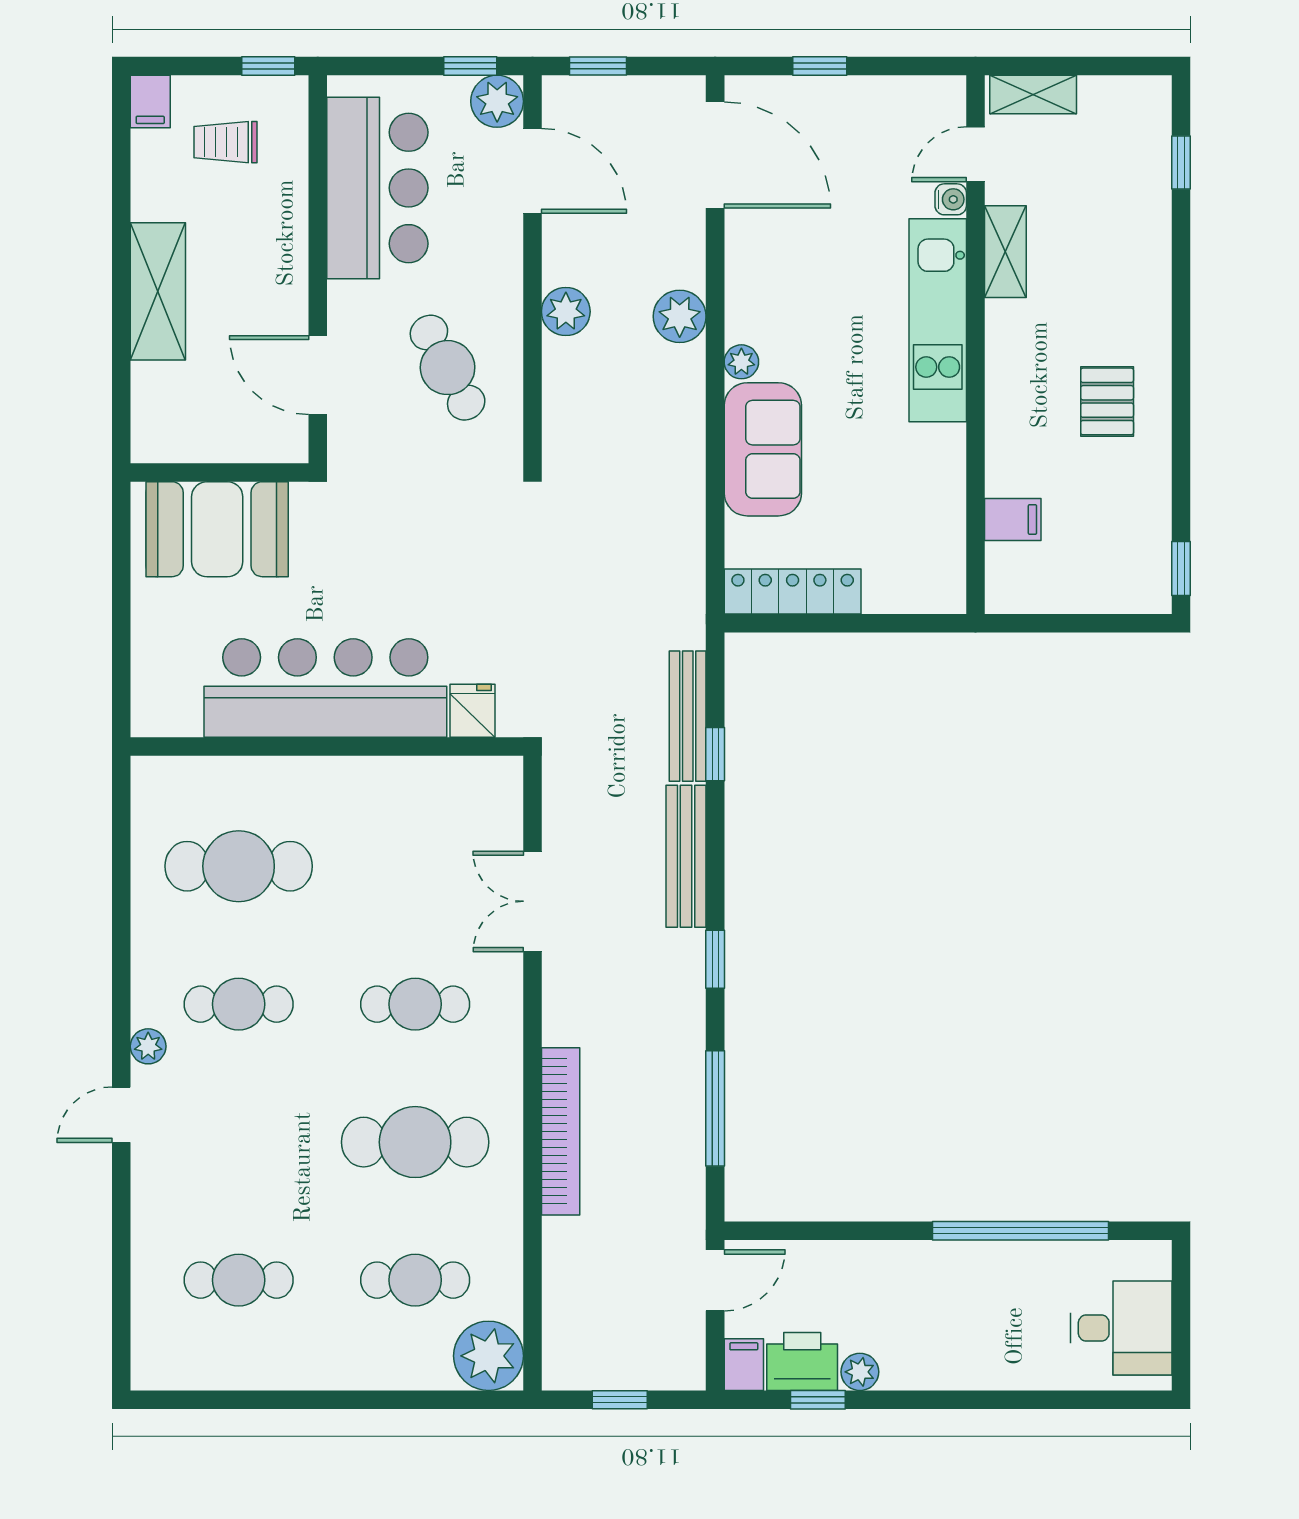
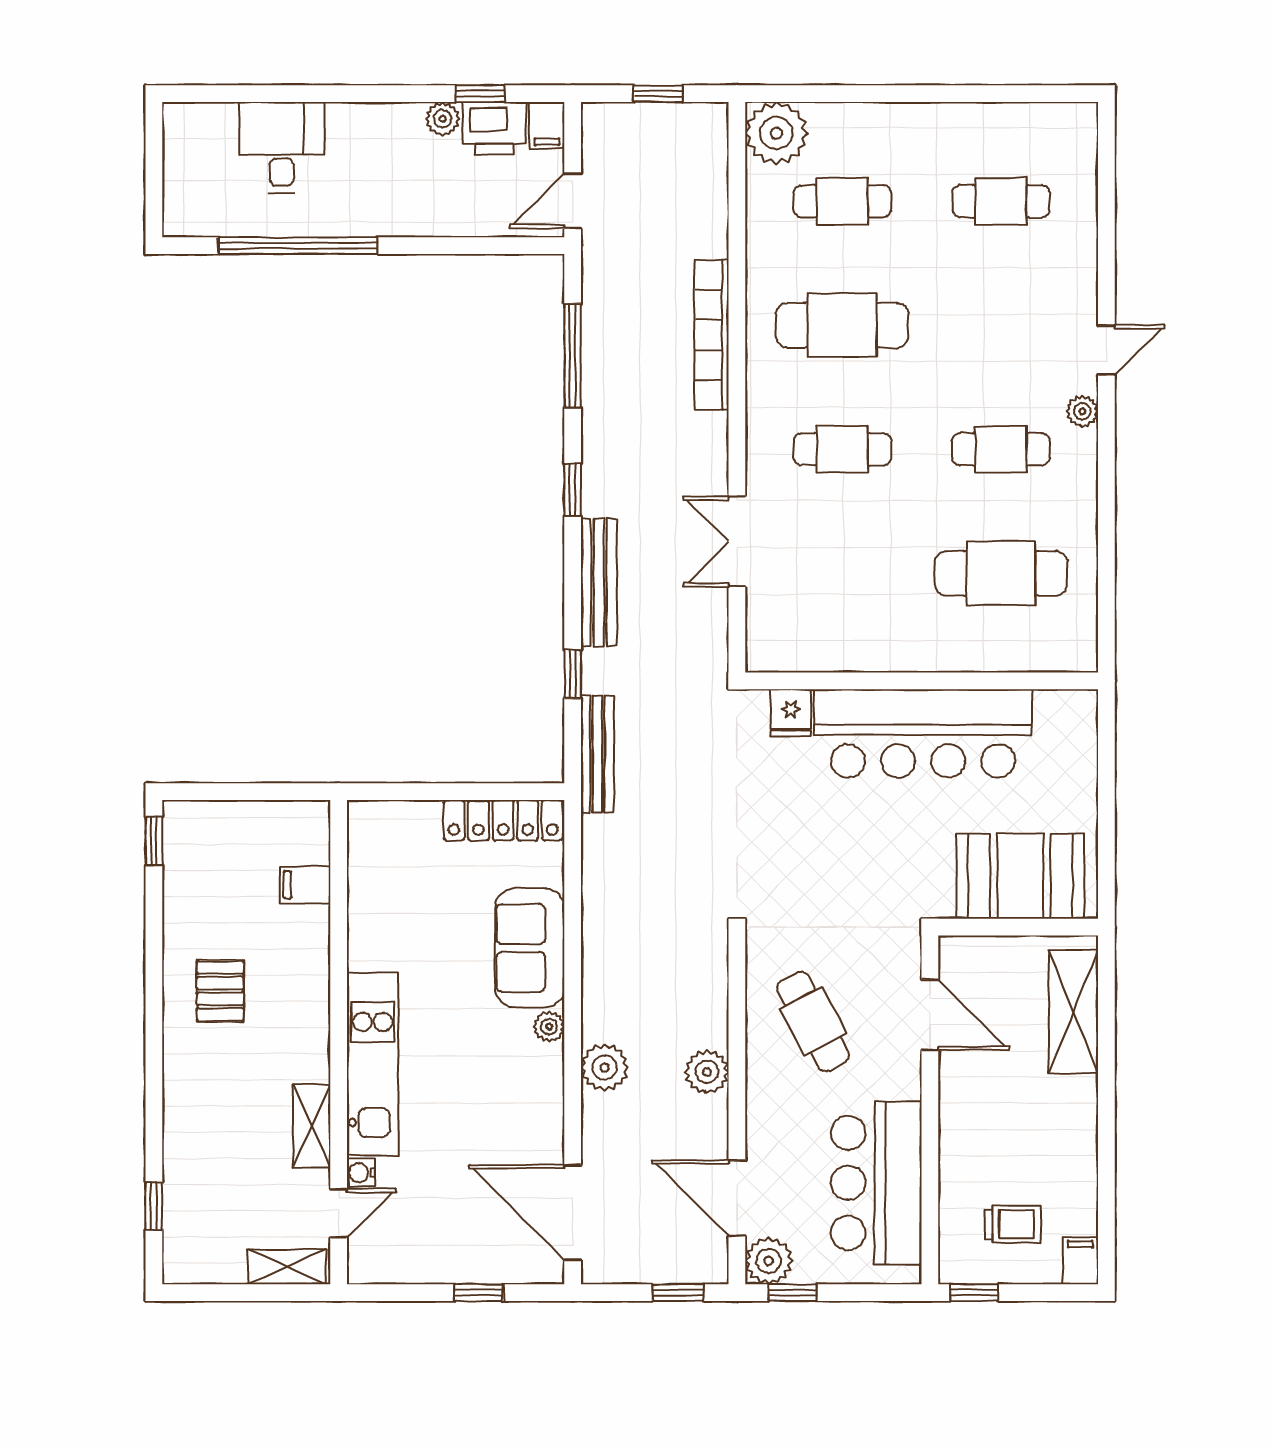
shelving: (158, 291) -> (1073, 1012), moved
bench: (688, 716) -> (597, 754), moved
double door: (532, 901) -> (737, 542), swing flipped
desk: (1121, 1328) -> (282, 148), moved, turned 90

